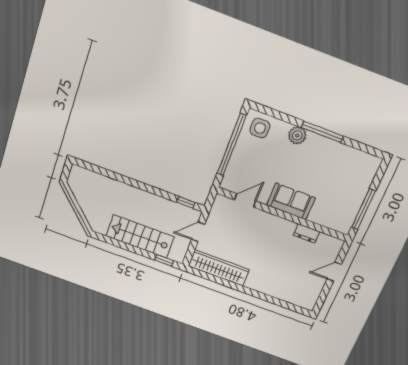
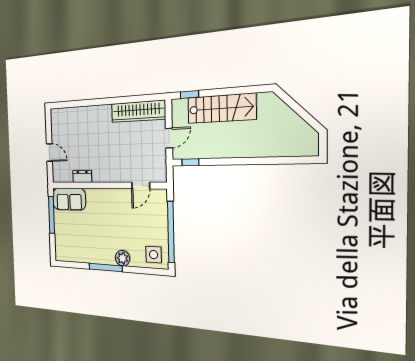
sofa: (291, 201) -> (69, 199), moved
door: (334, 272) -> (49, 152), hinge flipped

